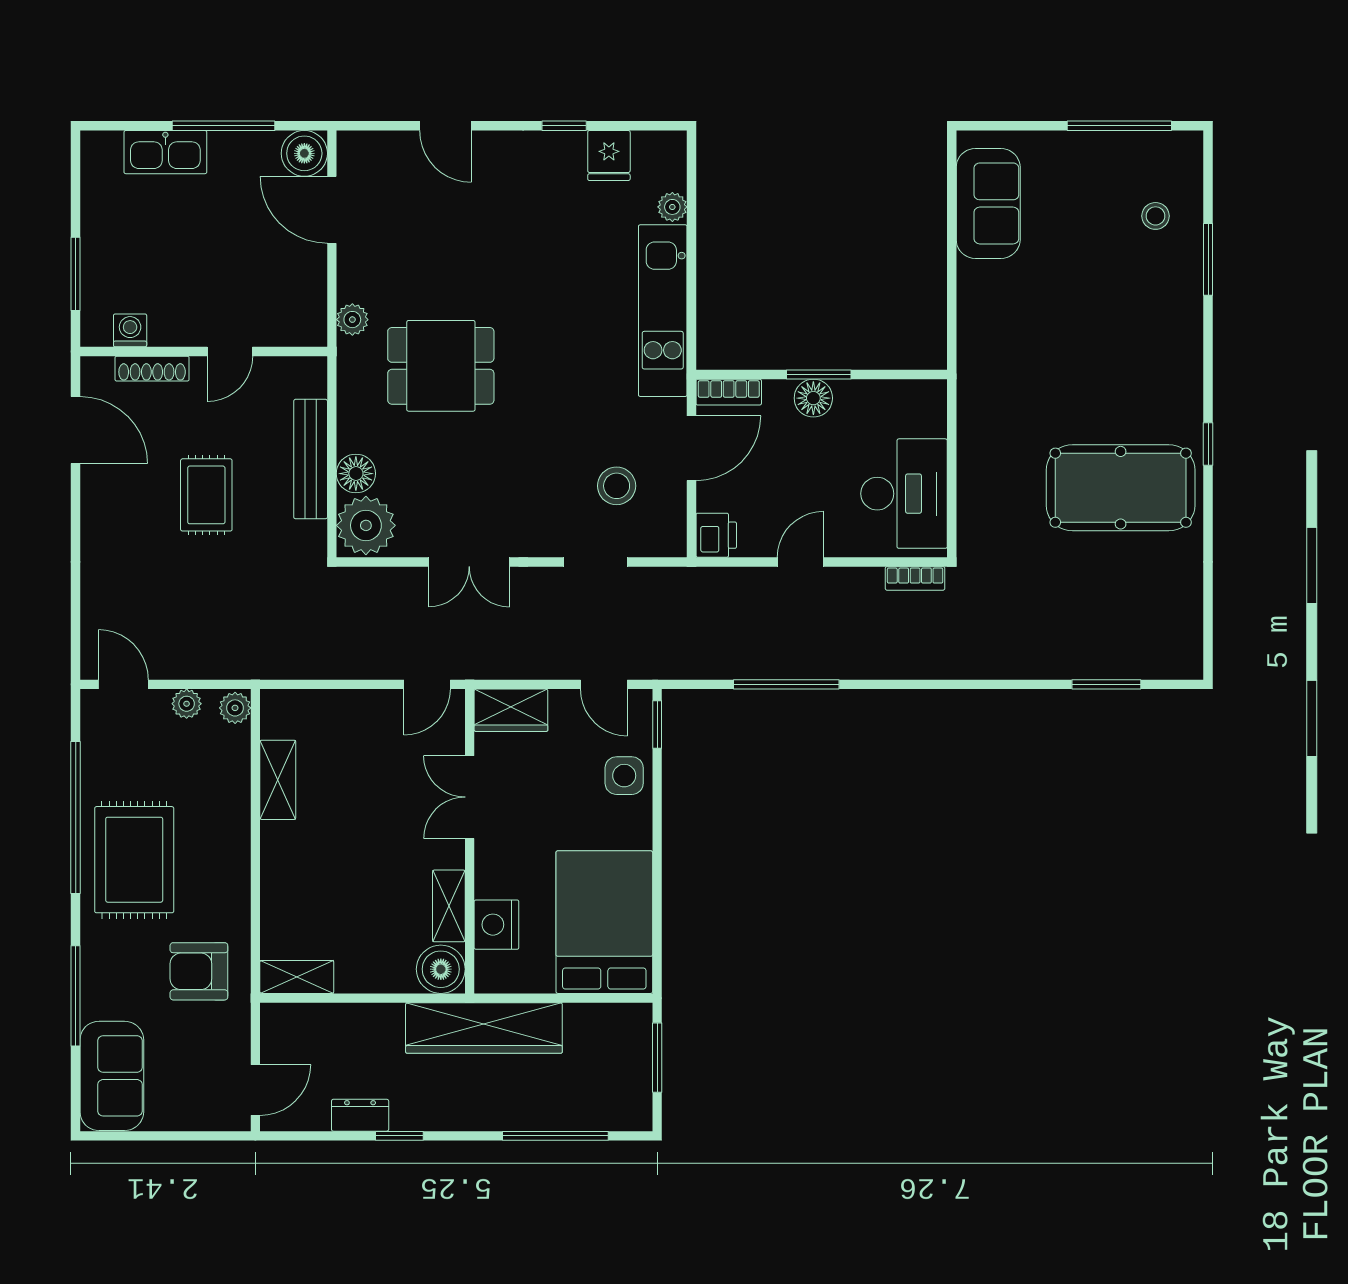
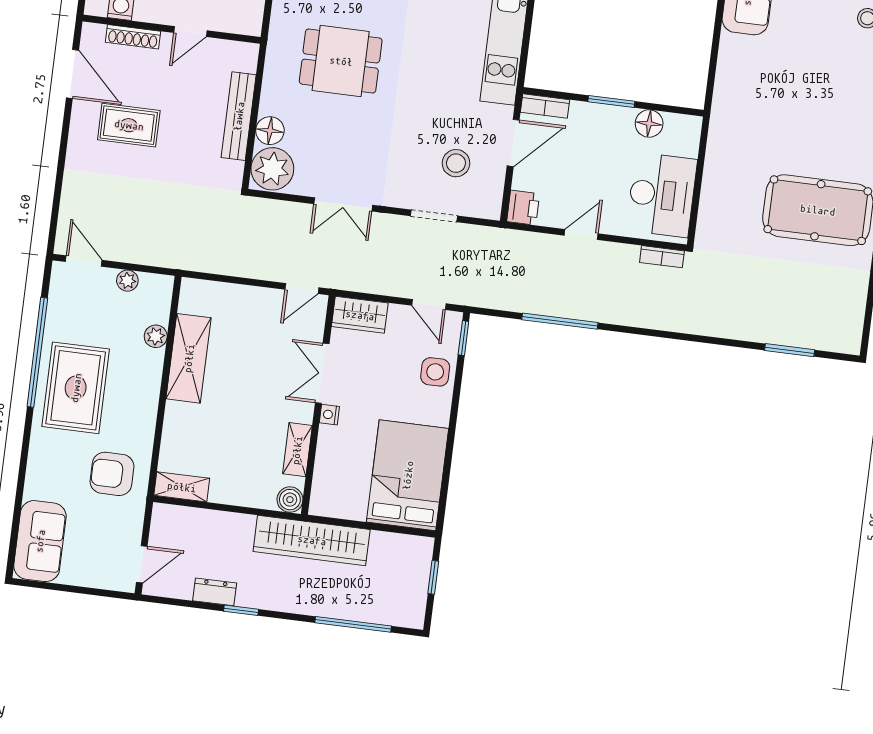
plant: (352, 320) -> (281, 20), removed
floor lamp: (813, 398) -> (649, 124), moved
rug: (206, 495) -> (129, 125), moved, turned 90
plant: (235, 708) -> (156, 336), moved
shelving: (278, 780) -> (189, 358), width x1.50, depth x1.33
nightstand: (496, 925) -> (329, 415), moved, width x0.53, depth x0.56
boiler: (441, 969) -> (290, 500), width x0.73, depth x0.73
window: (76, 996) -> (21, 480), removed
window: (657, 1058) -> (433, 577), width x0.67

